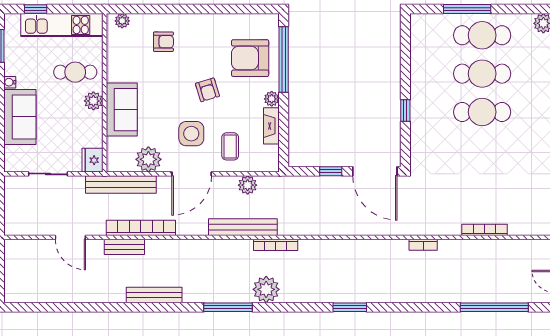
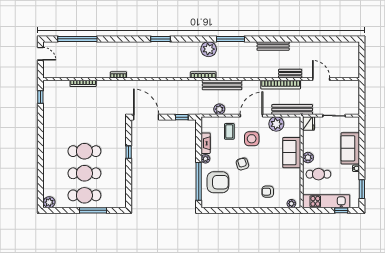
window: (331, 171) -> (182, 117), moved

